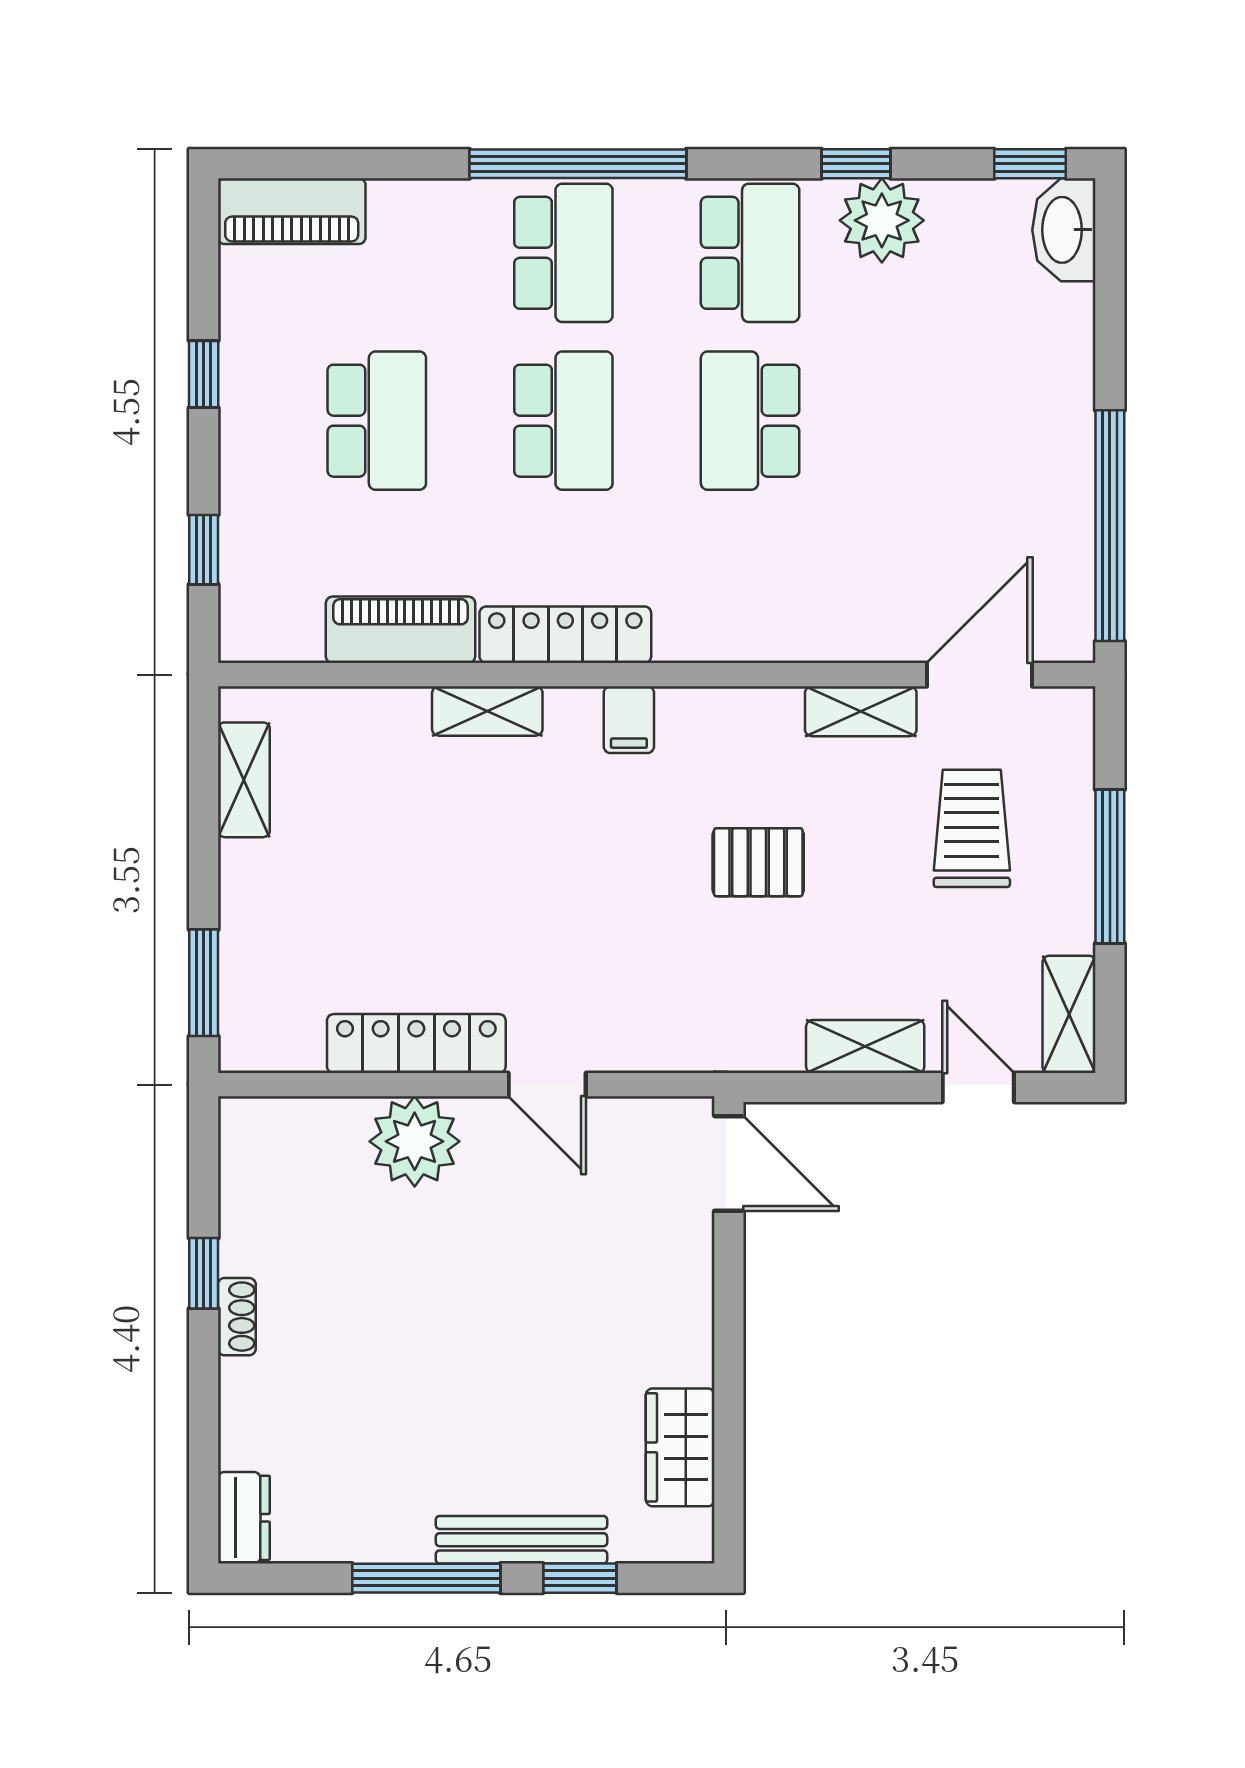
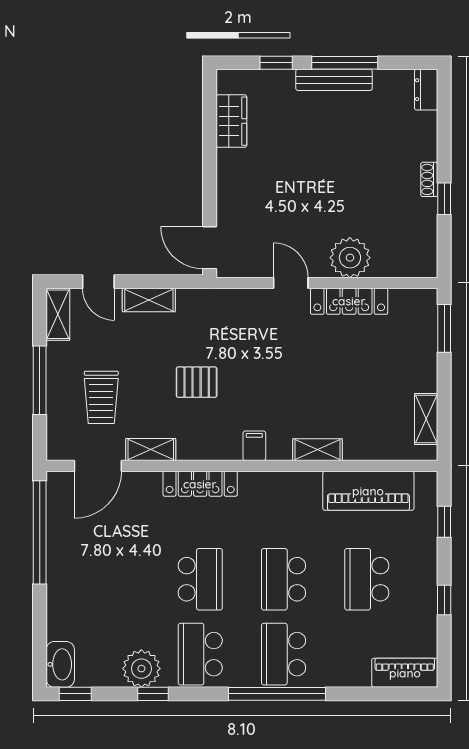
piano: (400, 630) -> (368, 491), width x1.37, depth x1.33
locker: (565, 635) -> (200, 484), moved
bench: (521, 1540) -> (334, 80), moved

